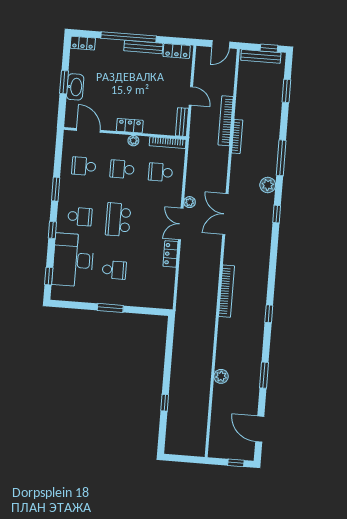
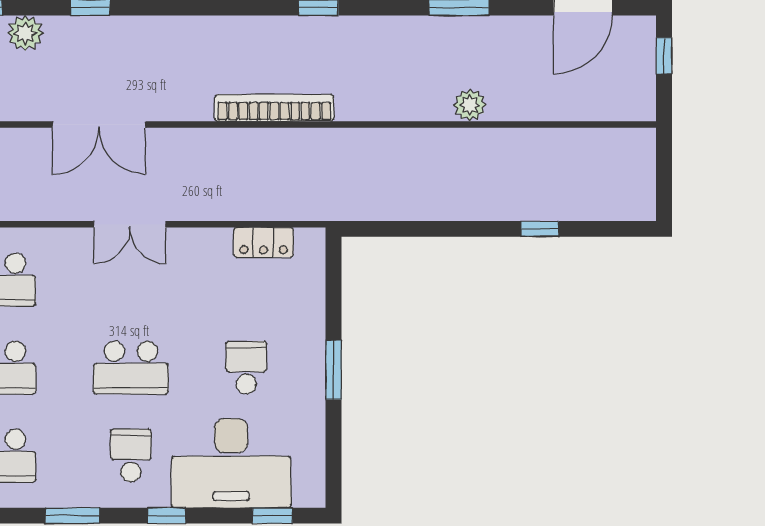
plant: (190, 202) -> (78, 208), removed
locker: (170, 254) -> (264, 242), moved

